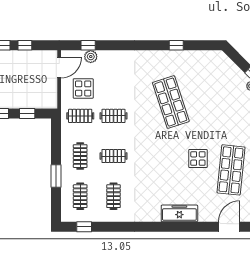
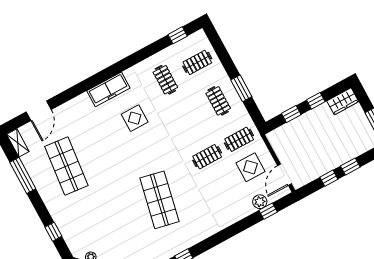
shop shelf: (171, 102) -> (159, 200), turned 30
clothes rail: (114, 156) -> (186, 118), removed
display table: (198, 158) -> (135, 118), moved
window: (56, 176) -> (241, 88), moved
clothes rail: (80, 196) -> (197, 62), turned 90
freezer: (179, 213) -> (108, 89), moved

